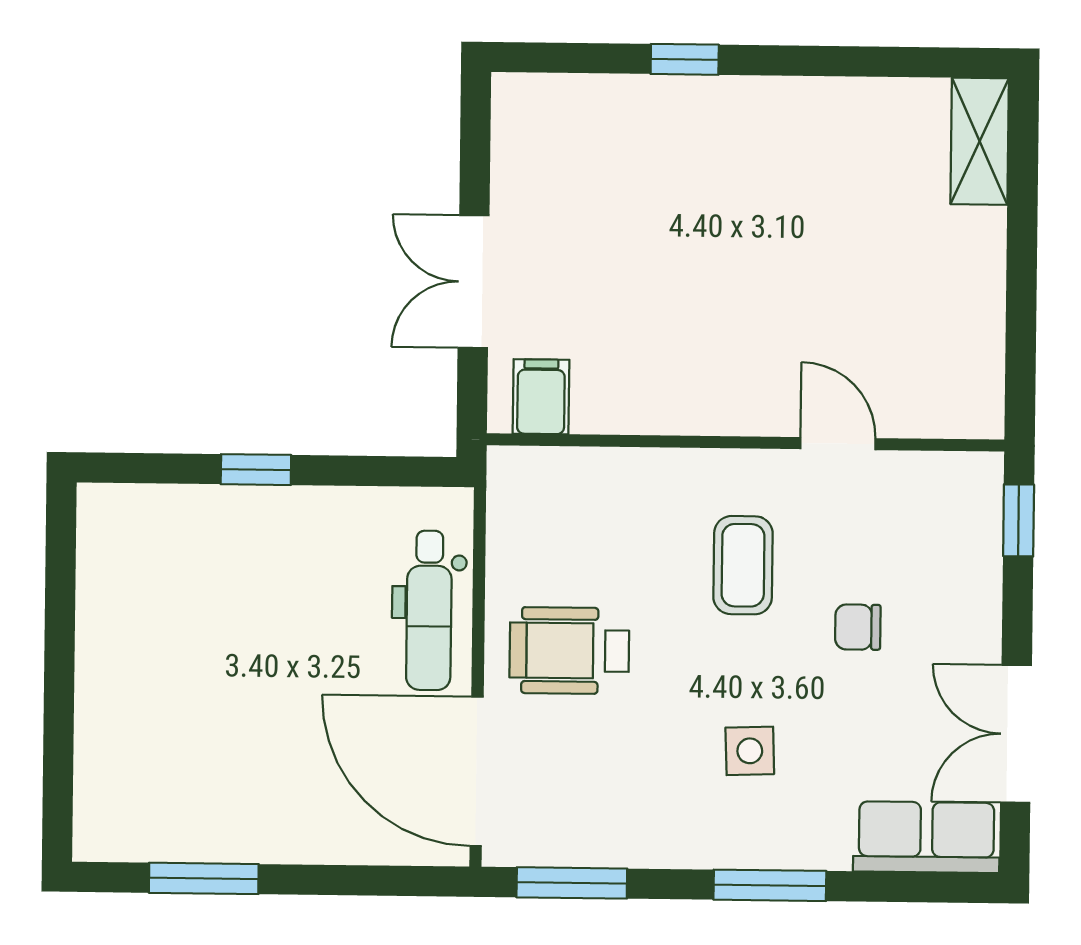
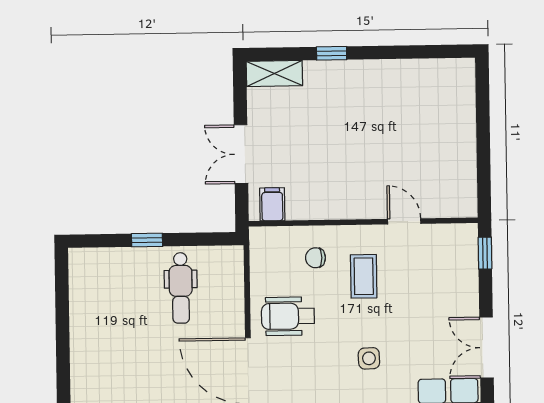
shelving: (980, 141) -> (274, 73), moved, turned 90
dental chair: (429, 610) -> (181, 288), moved
chair: (858, 627) -> (315, 258), moved

